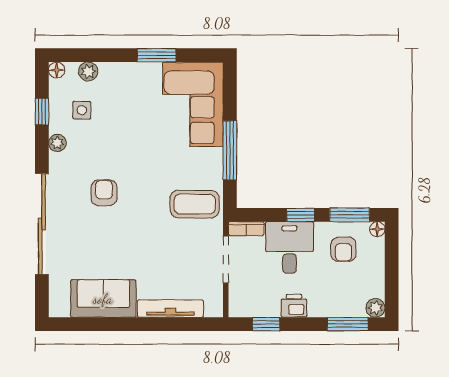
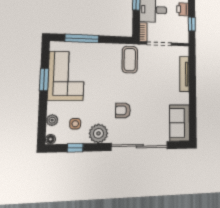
corner sofa: (193, 105) -> (66, 76), moved, turned -90
plant: (57, 143) -> (98, 133), width x1.87, depth x1.87
window: (230, 150) -> (82, 38), moved
sofa: (103, 299) -> (180, 123), moved

